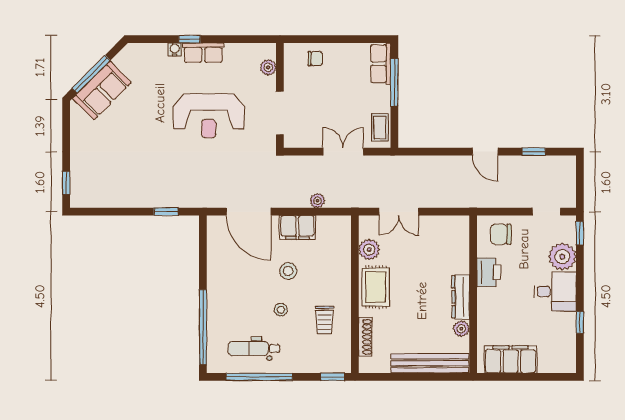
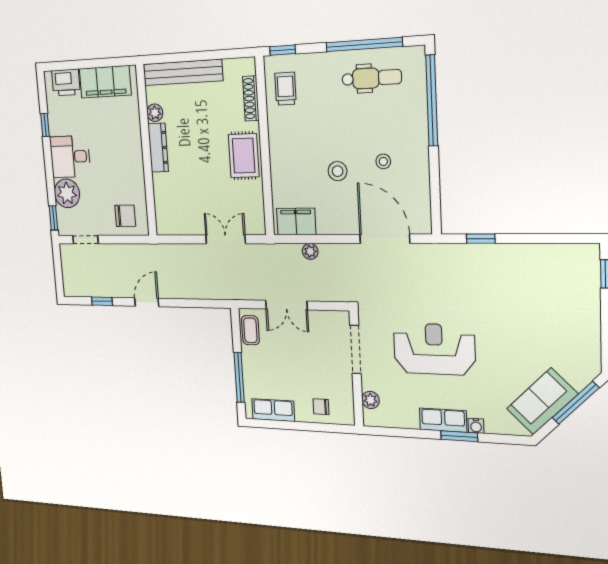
window: (190, 39) -> (459, 436), width x1.50
row of seats: (381, 64) -> (273, 410), moved, turned -90
sofa: (102, 91) -> (542, 401), moved
door: (485, 152) -> (147, 302), hinge flipped
filing cabinet: (297, 227) -> (296, 221), moved
plant: (369, 250) -> (253, 197), removed
printer: (489, 272) -> (66, 82), moved, turned -90
stool: (281, 310) -> (383, 161), moved
trolley: (324, 320) -> (285, 89), moved

